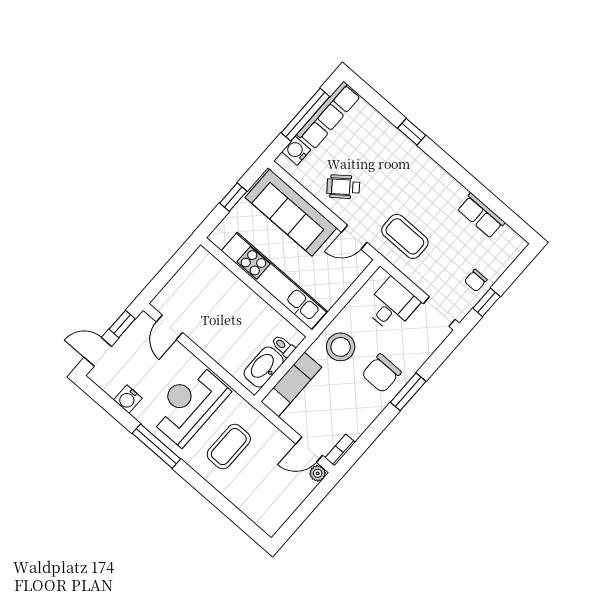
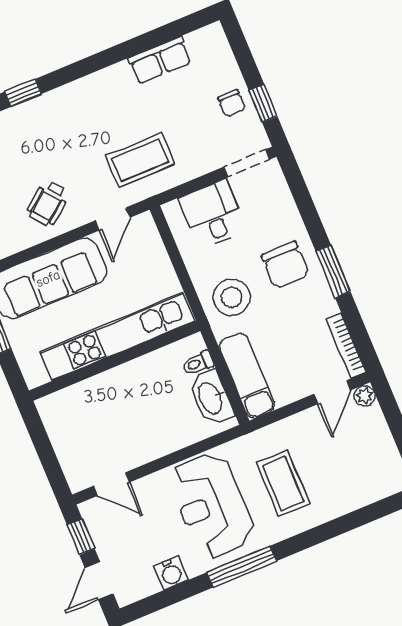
window: (408, 392) -> (333, 271), moved
bookcase: (340, 450) -> (346, 346), width x1.56

